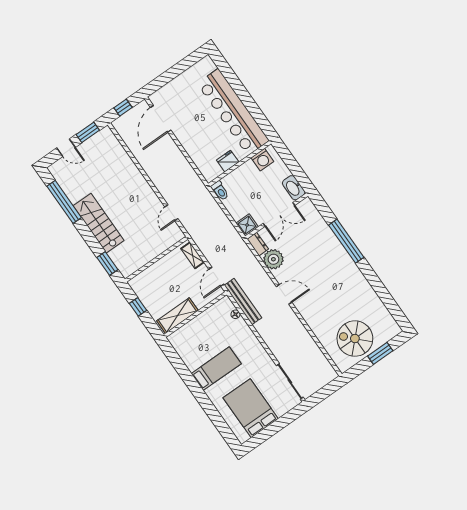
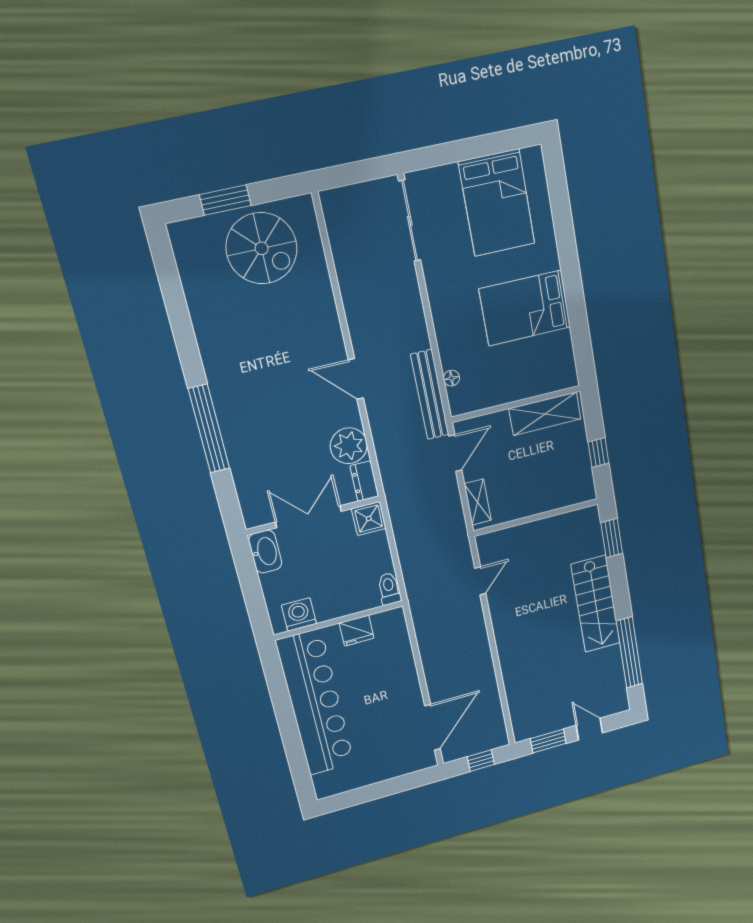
bed: (216, 369) -> (525, 308), width x1.50

